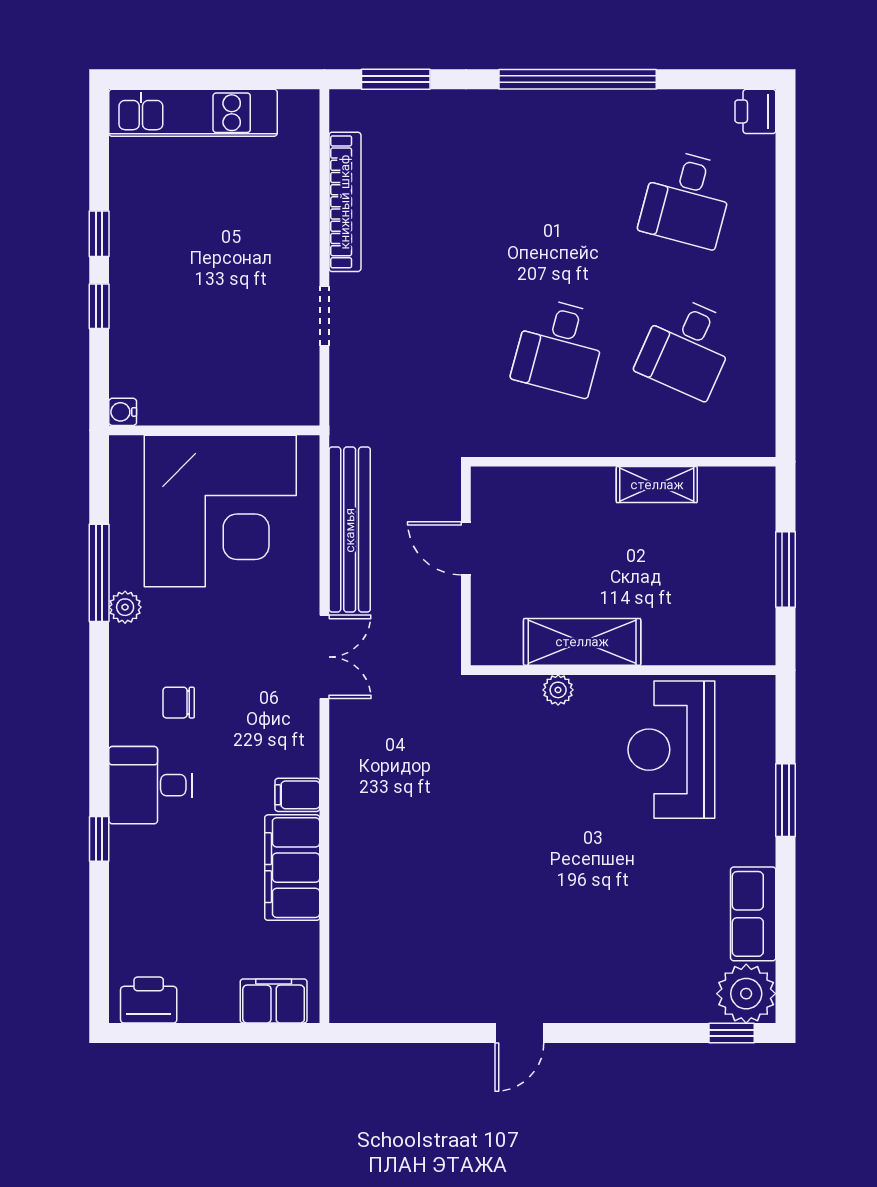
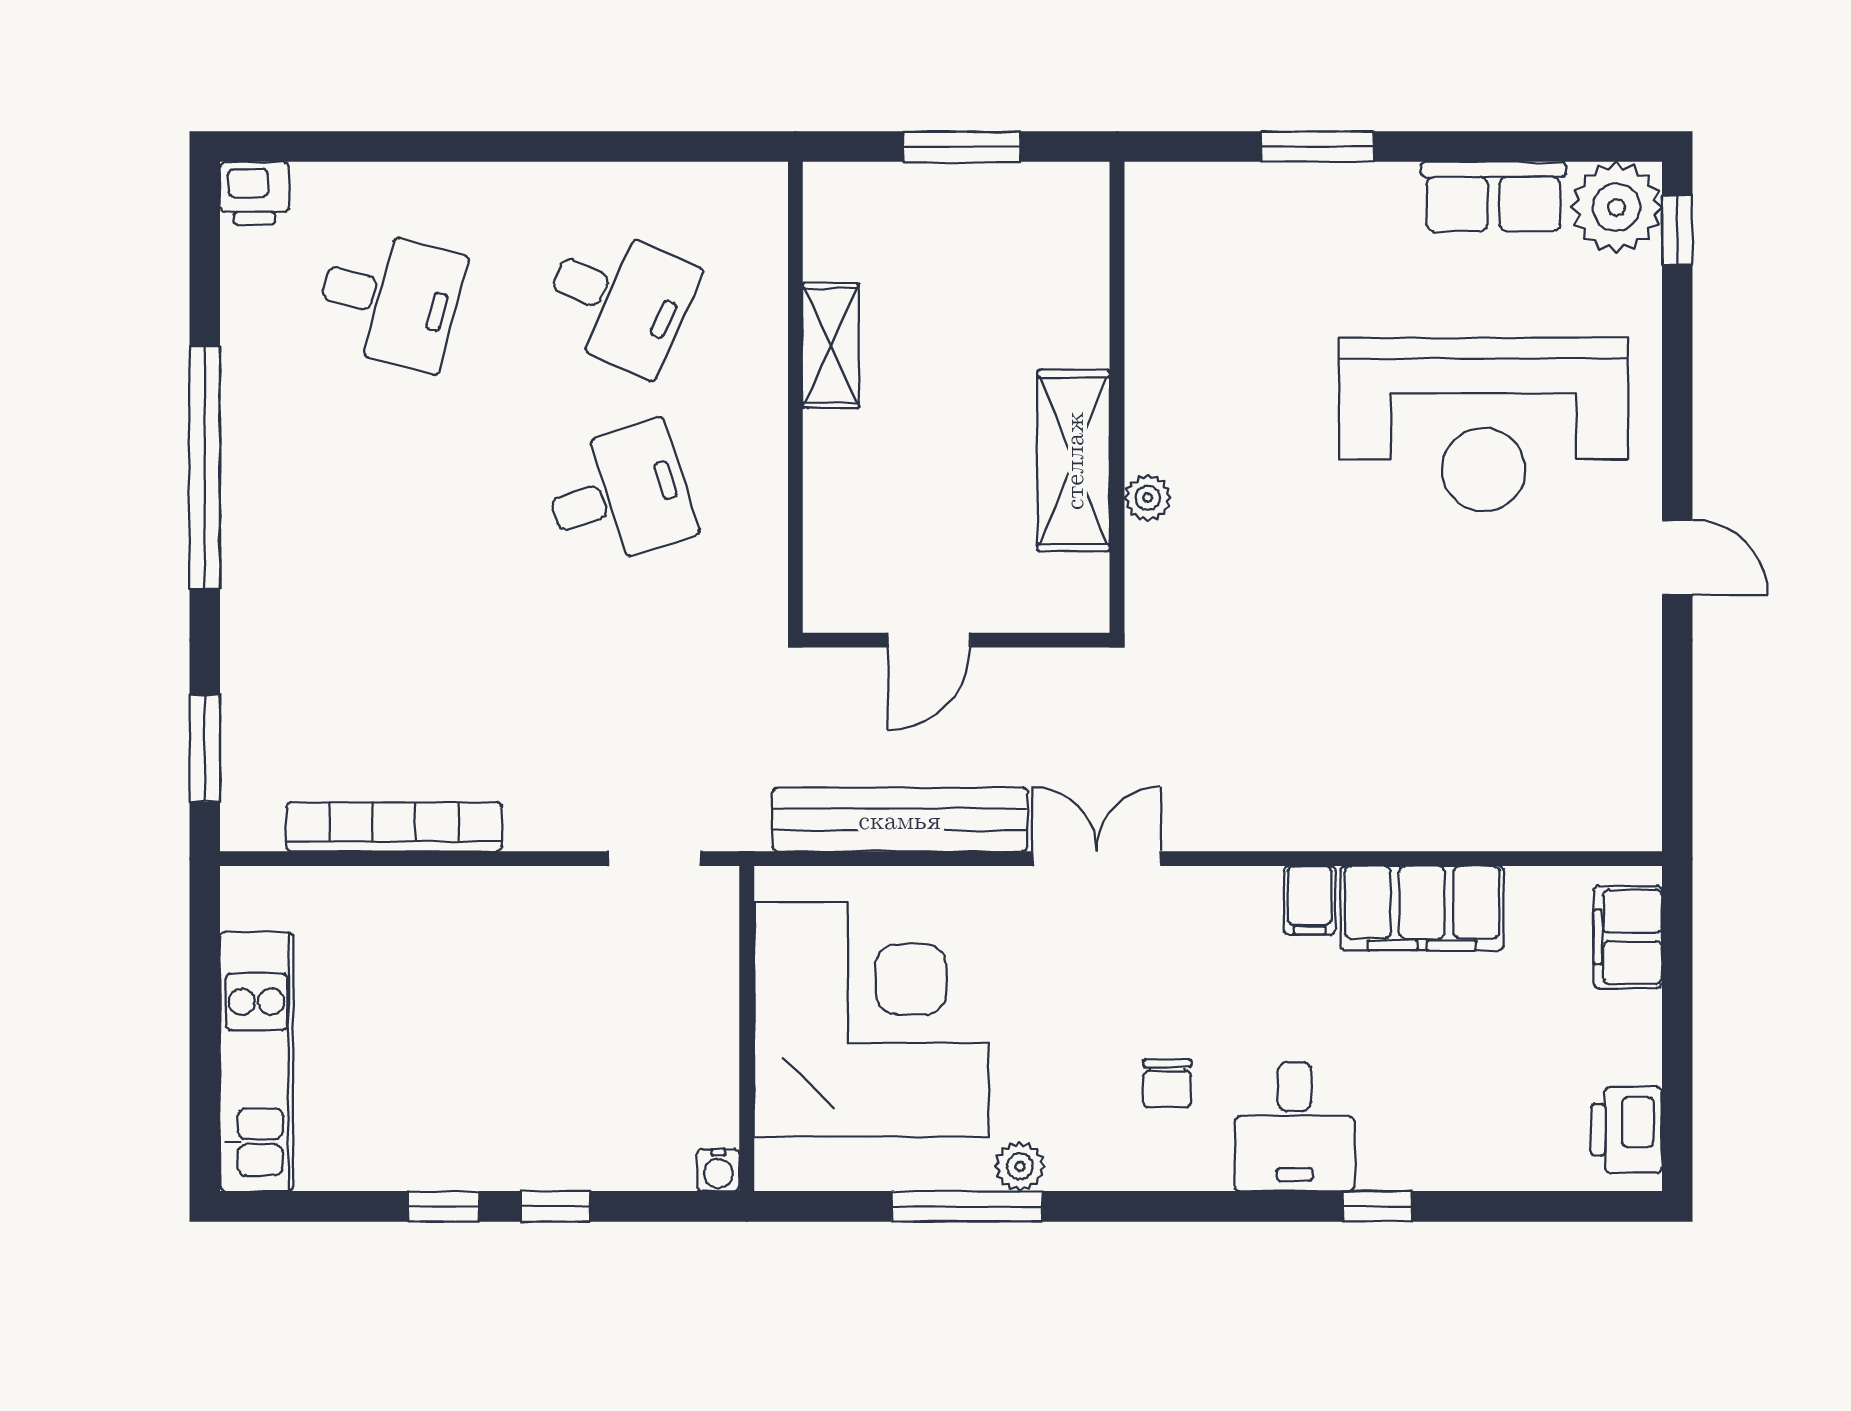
doorway: (324, 316) -> (654, 859), moved
desk: (560, 347) -> (619, 495), turned -33
reception desk: (671, 750) -> (1484, 425), moved, width x1.36, depth x1.30

